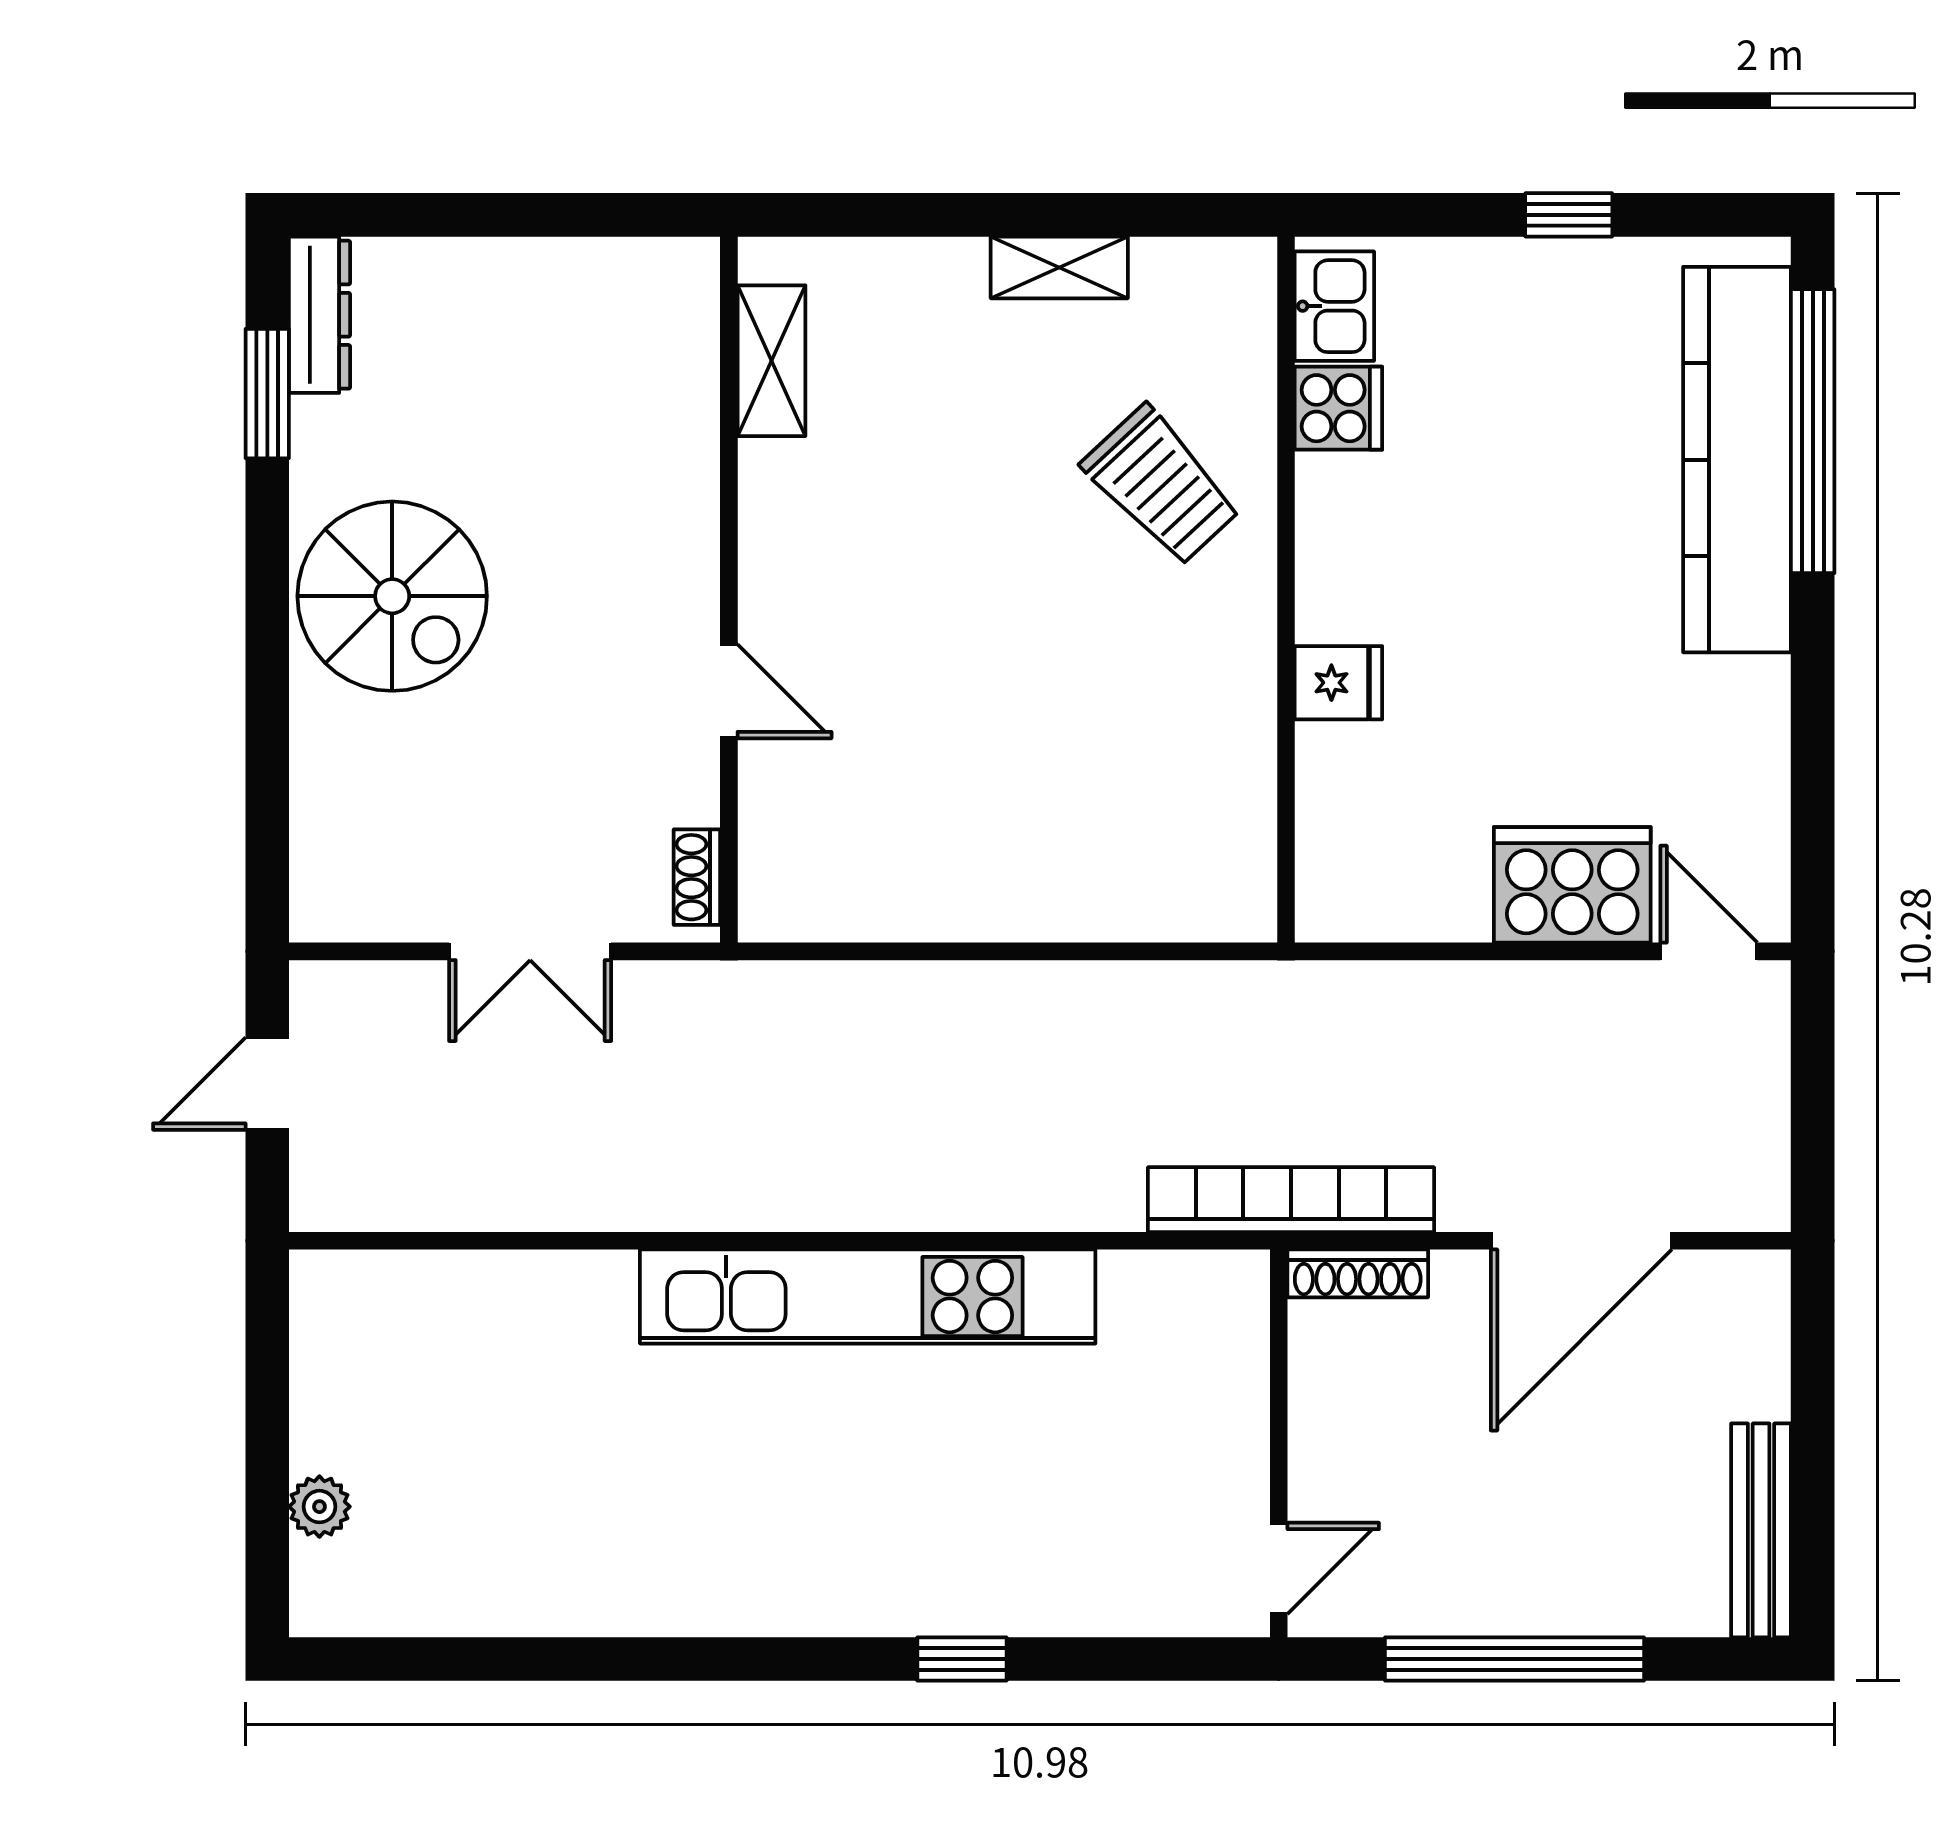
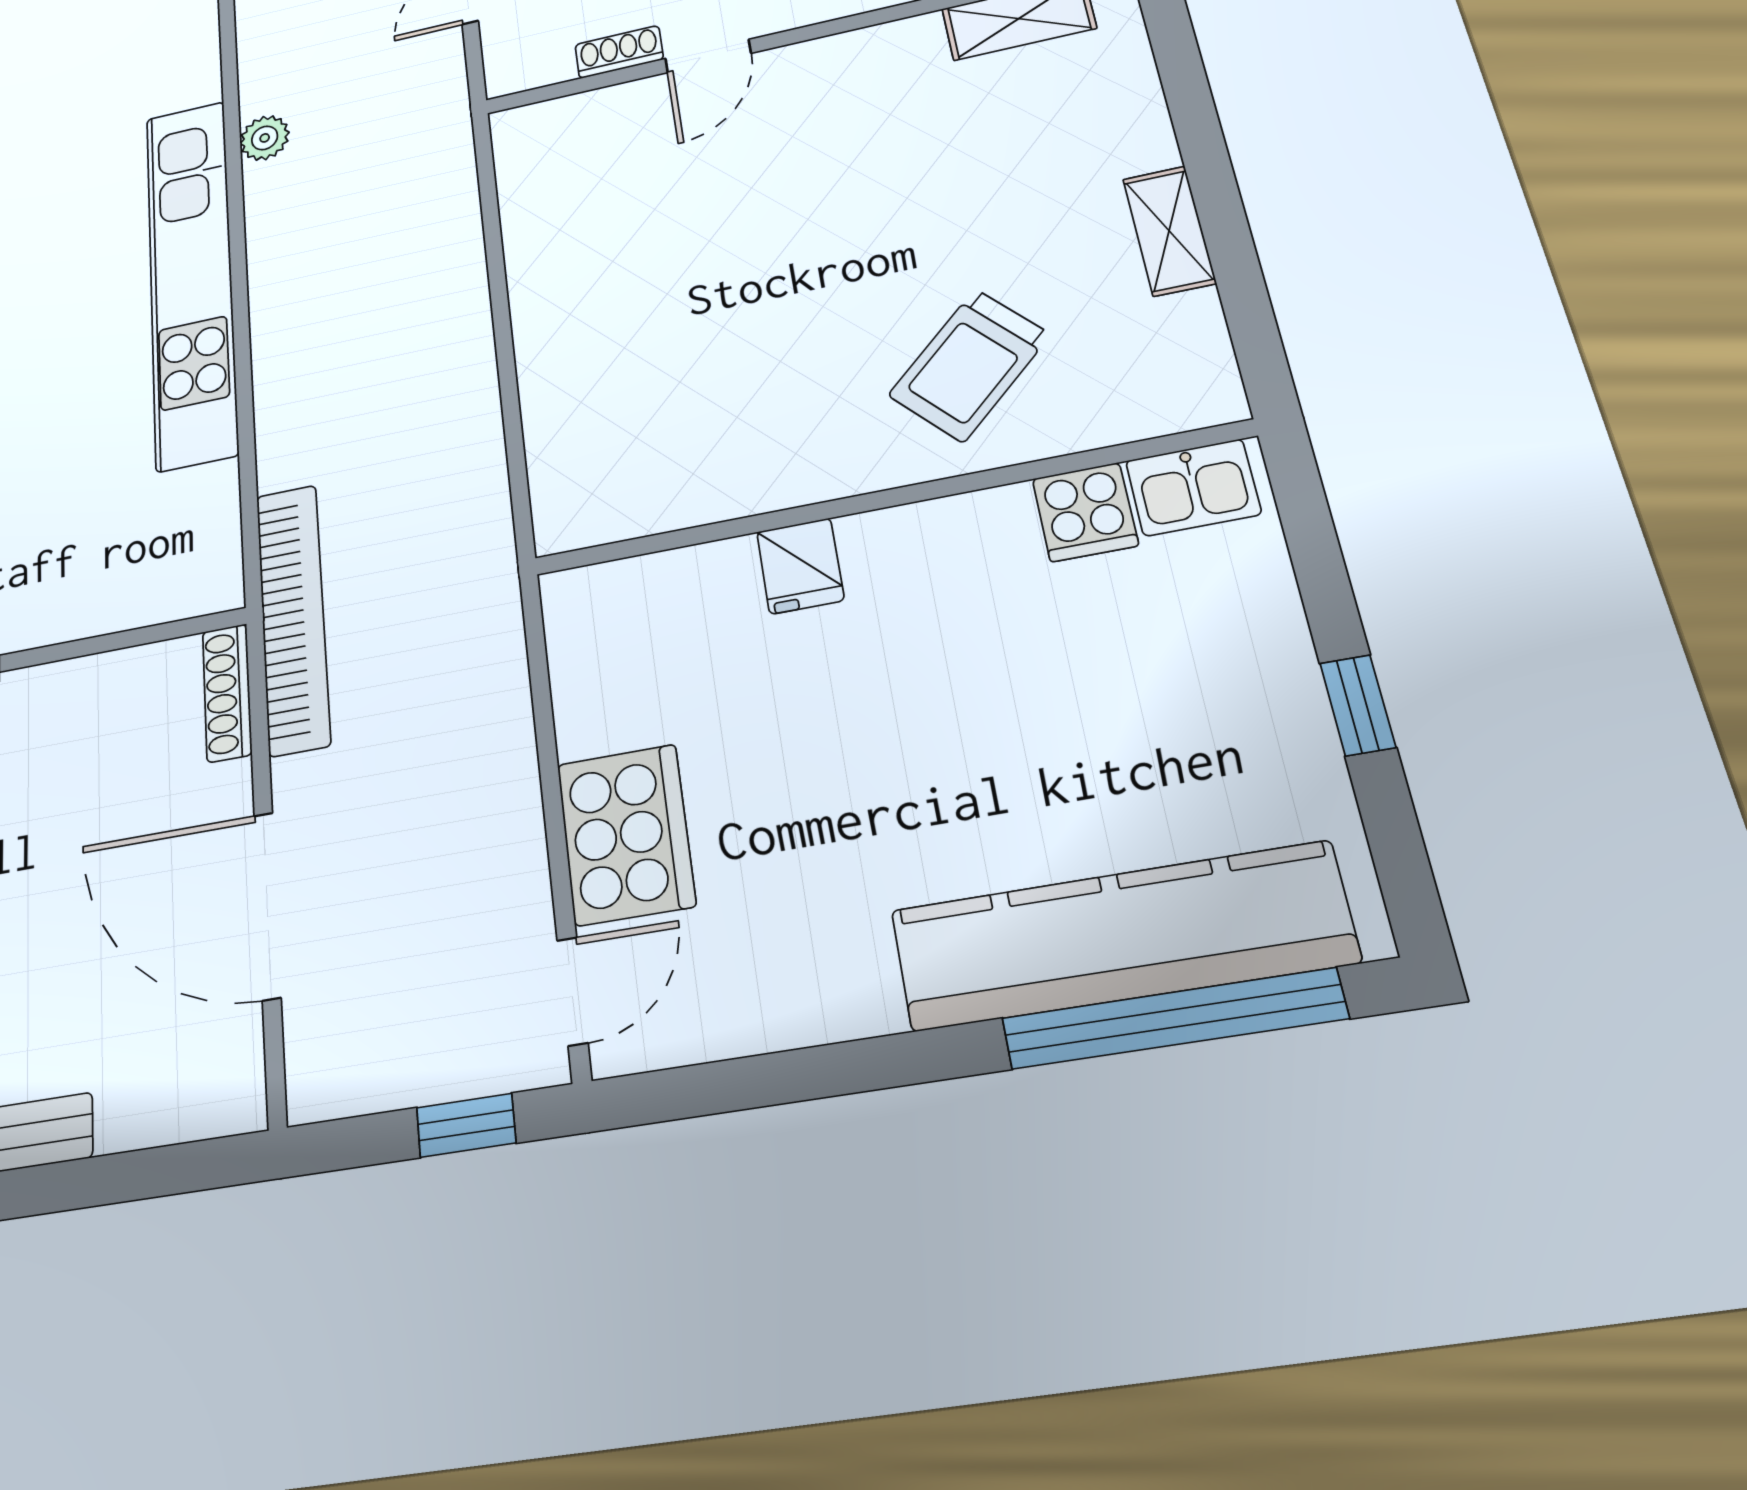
shoe rack: (697, 877) -> (619, 52), moved
window: (1813, 1062) -> (466, 1125), added
plant: (702, 1202) -> (265, 138), added

